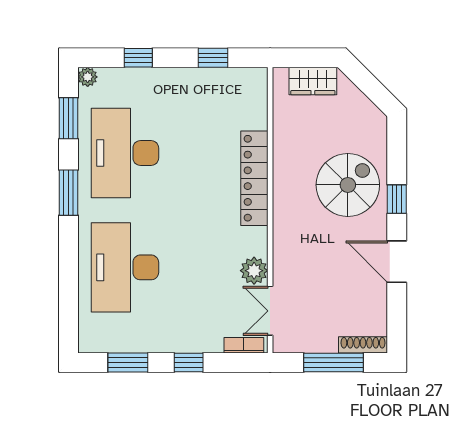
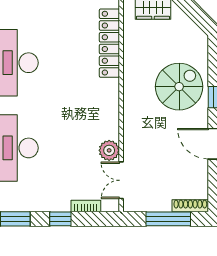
locker: (254, 178) -> (109, 43), moved
bookcase: (244, 345) -> (86, 206), moved

